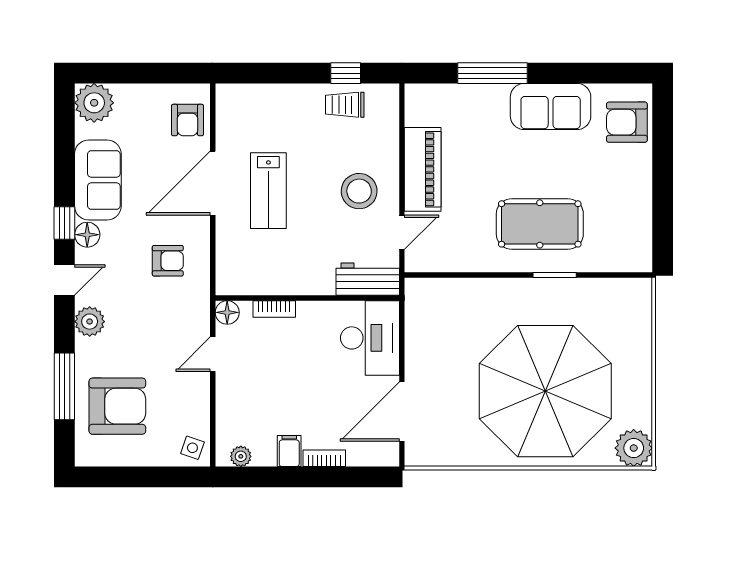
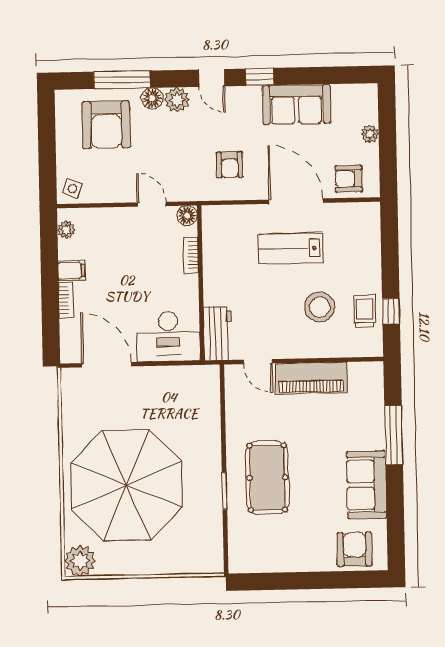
plant: (94, 103) -> (370, 134), moved, width x0.53, depth x0.53
stool: (359, 191) -> (320, 307), moved
floor lamp: (87, 235) -> (152, 98), moved

